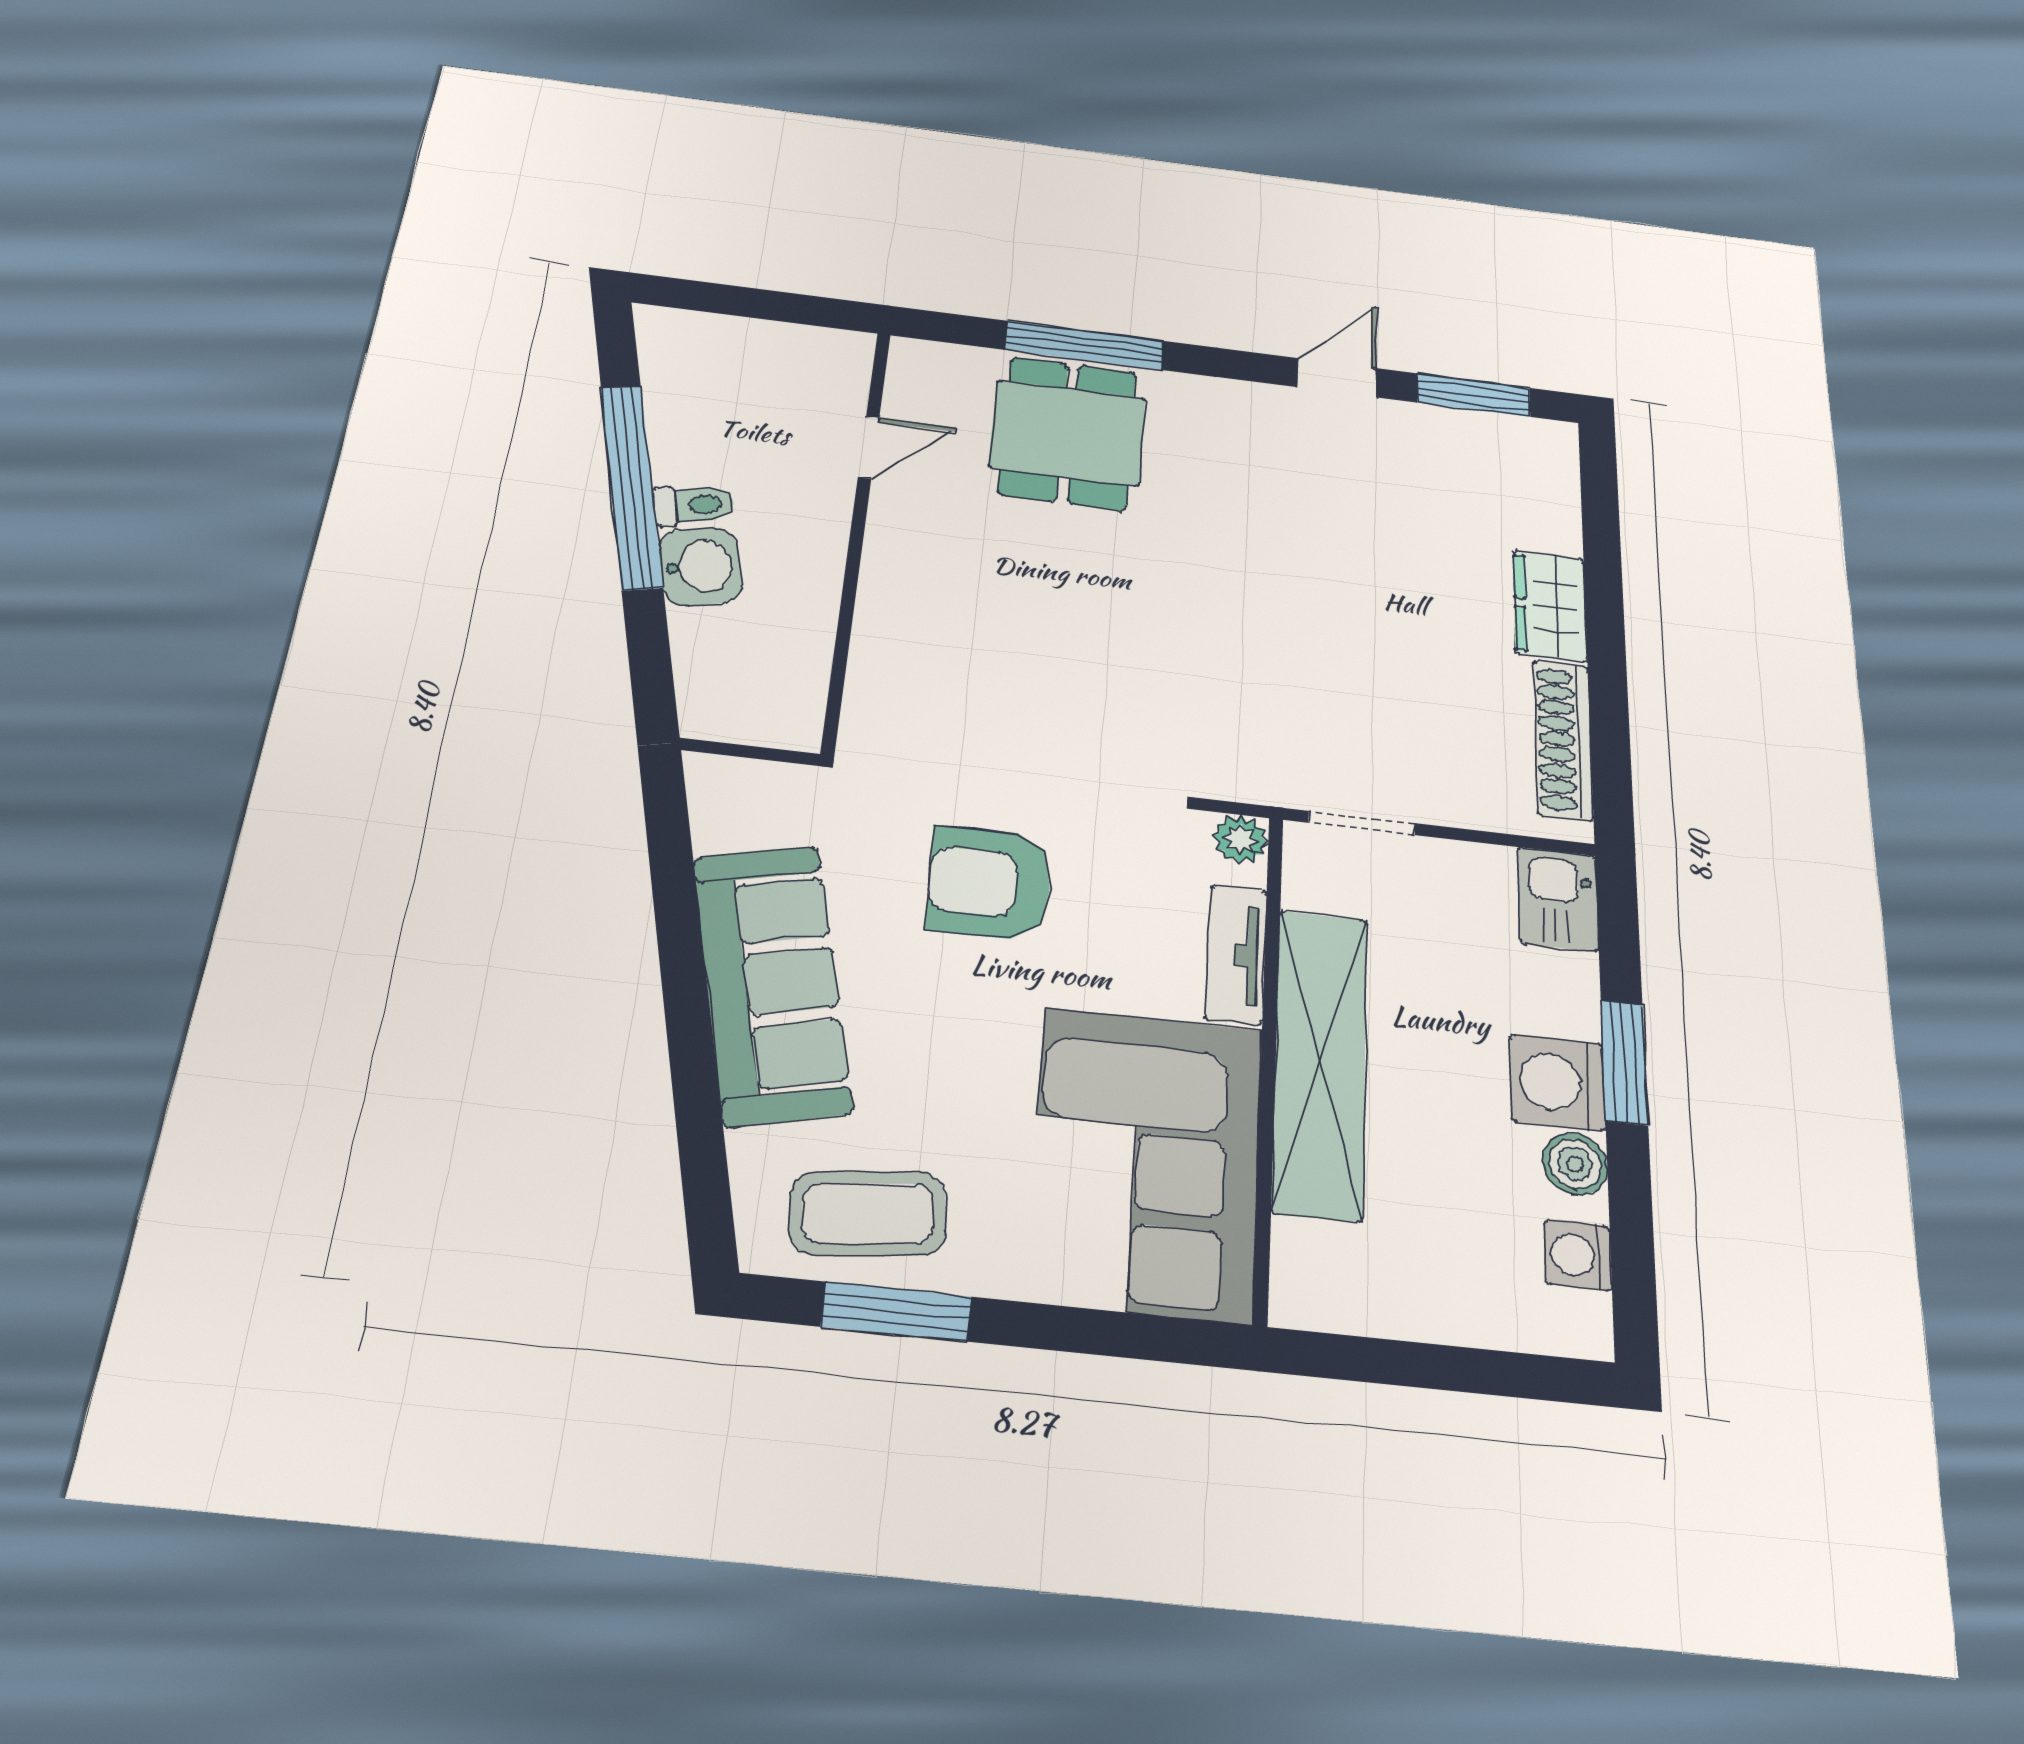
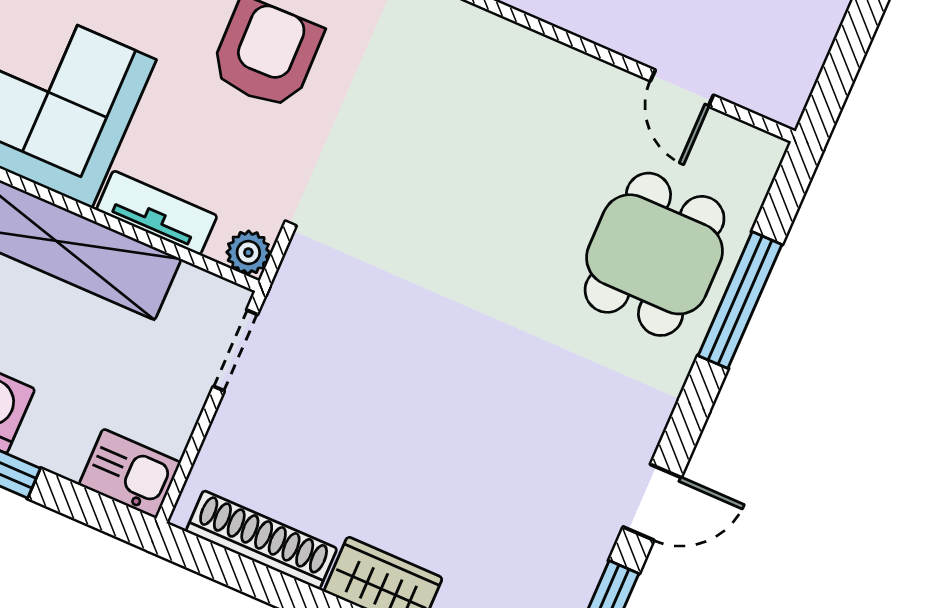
door: (1337, 378) -> (652, 502), hinge flipped
dining table: (1068, 433) -> (655, 254), turned 90

